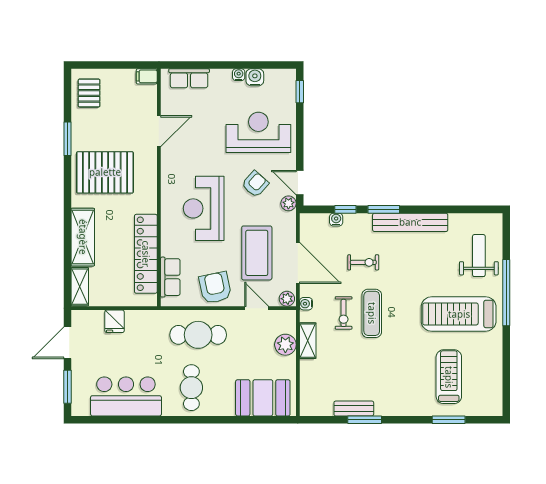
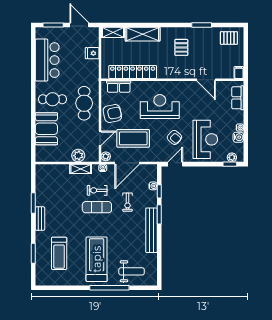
pallet: (105, 172) -> (181, 47), width x0.49, depth x0.50
plant: (288, 203) -> (232, 157), moved
treadmill: (449, 377) -> (59, 253), turned 90
booth: (263, 398) -> (46, 129), moved
bench: (354, 408) -> (40, 219), moved

